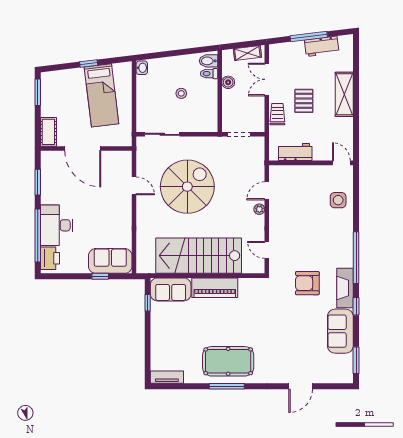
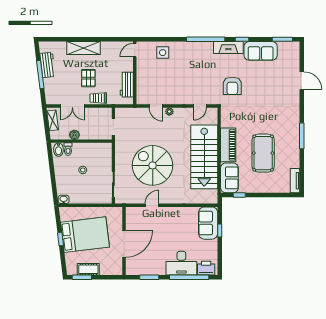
bed: (101, 95) -> (85, 235), width x1.50
pallet: (304, 101) -> (88, 78), turned 90
cot: (48, 132) -> (88, 269), moved
armchair: (307, 283) -> (232, 86), moved
pool table: (228, 361) -> (263, 153), moved

